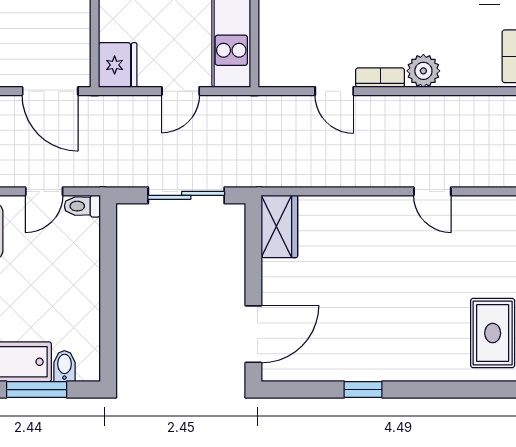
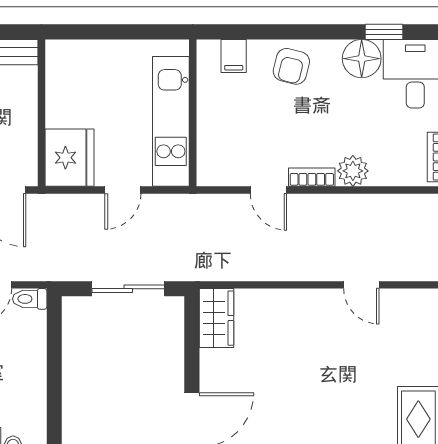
fridge: (118, 65) -> (69, 158), width x1.36, depth x1.34

